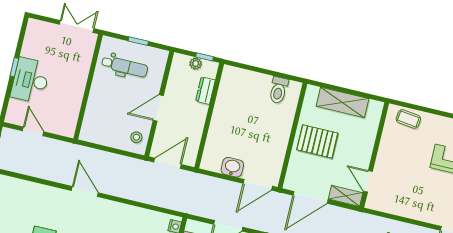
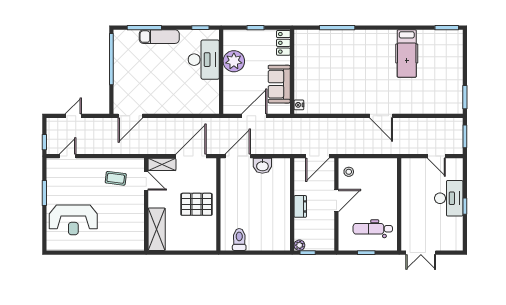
plant: (196, 64) -> (299, 245), moved
dresser: (205, 91) -> (300, 206), moved
shelving: (342, 102) -> (157, 229), moved, turned 90
coffee table: (408, 119) -> (116, 178), moved

